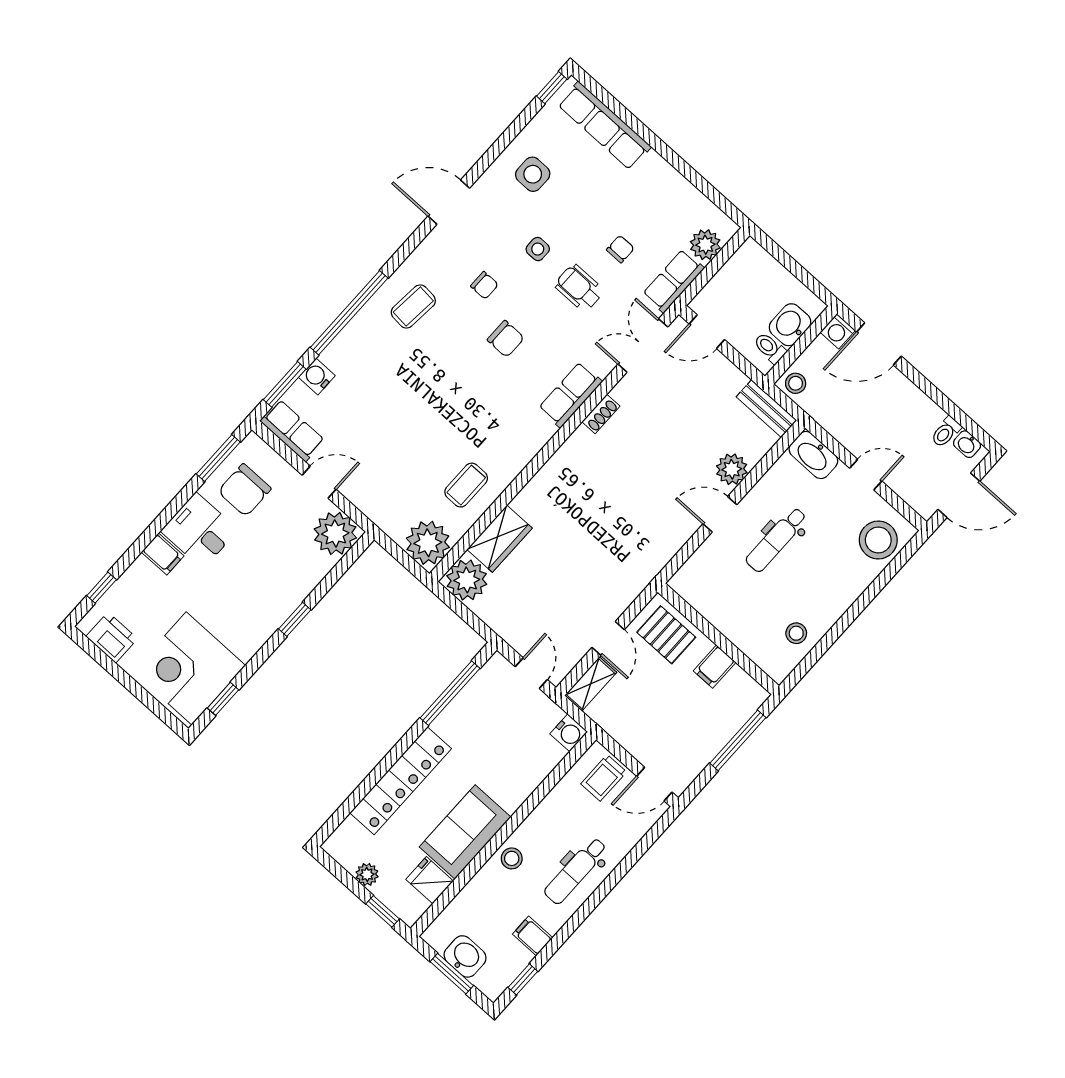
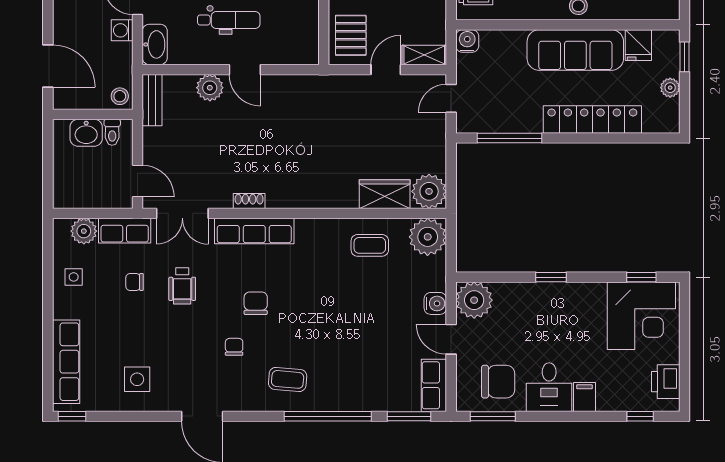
side table: (538, 249) -> (74, 277), moved
washing machine: (838, 331) -> (122, 30), moved, turned 180
water cooler: (317, 377) -> (435, 303), moved, turned -90
row of seats: (570, 395) -> (254, 231), width x1.48
sofa: (465, 832) -> (575, 50), width x1.36

